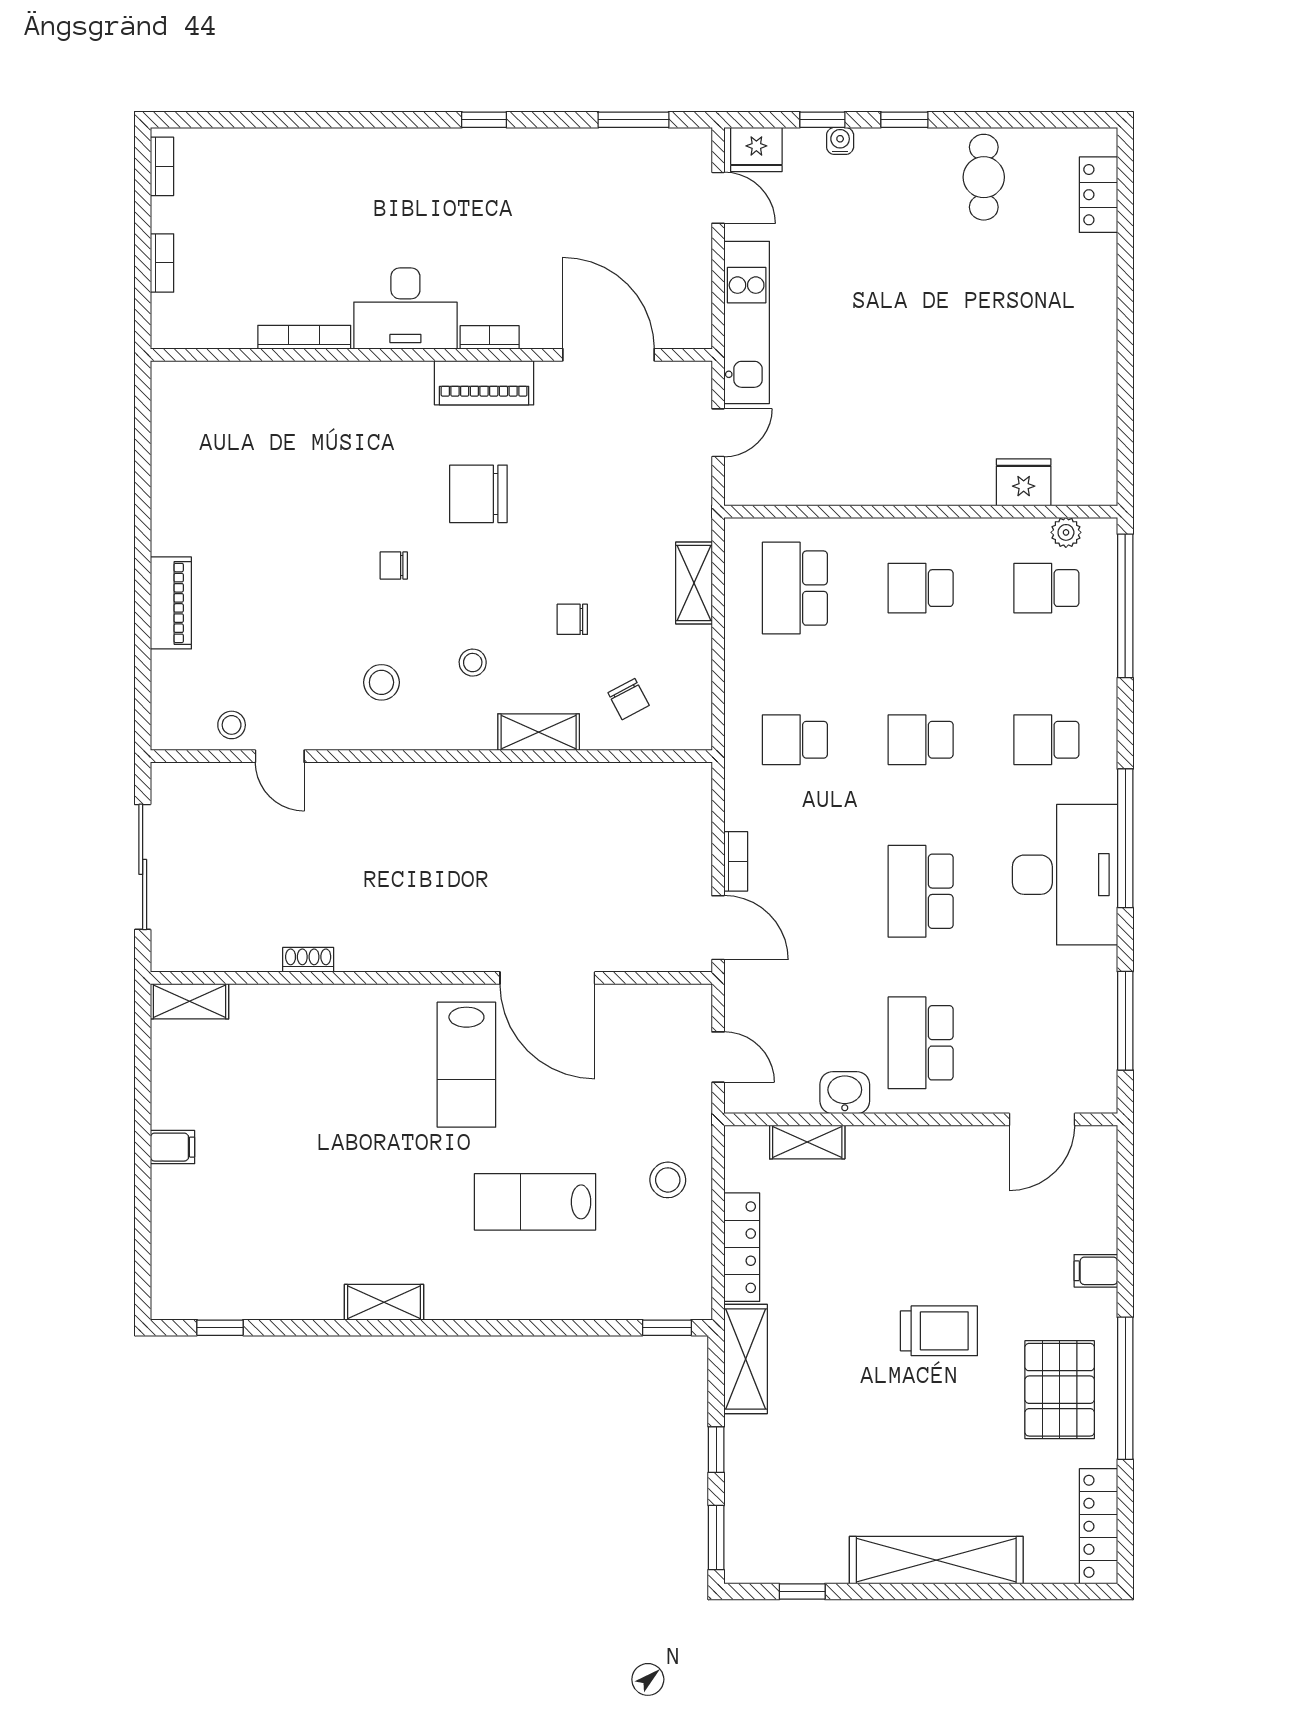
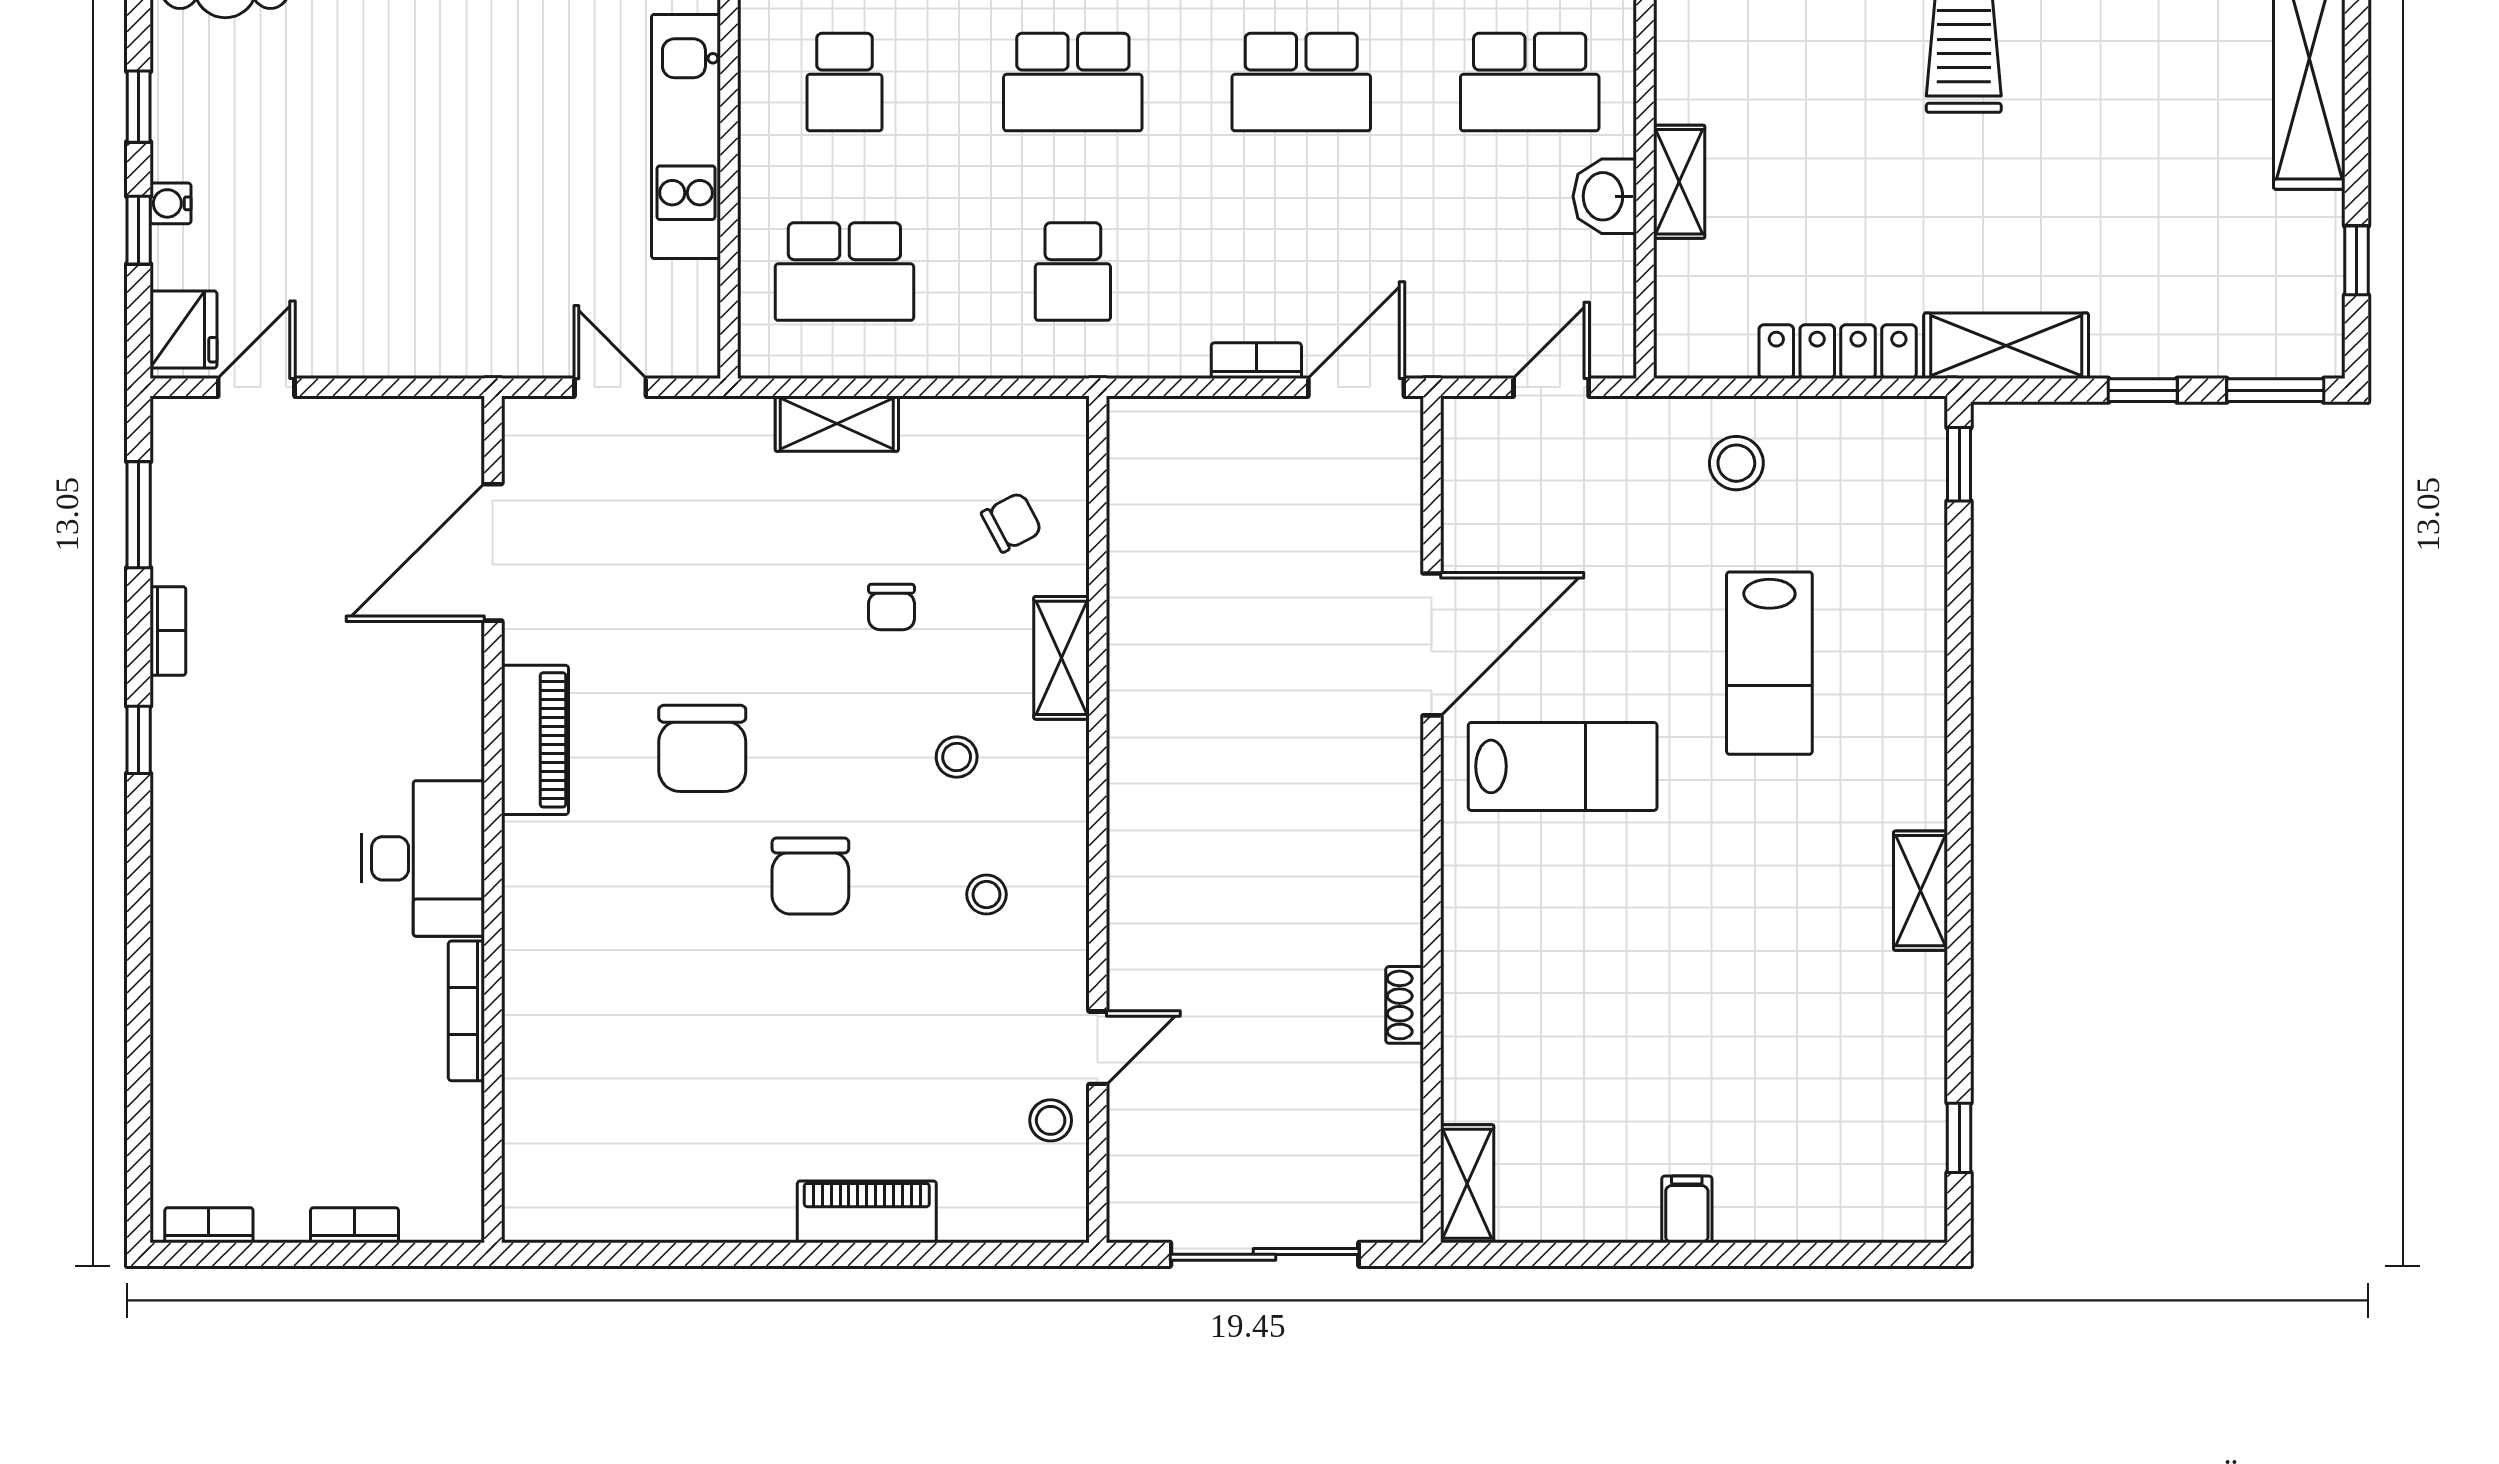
kitchen unit: (747, 322) -> (686, 136), moved, turned -90
bookcase: (490, 337) -> (168, 631), moved, turned 180
chair: (394, 566) -> (810, 876), width x1.87, depth x1.87
stool: (381, 682) -> (986, 894), width x0.73, depth x0.73
school desk: (921, 740) -> (1073, 82), width x1.85
shelving: (807, 1142) -> (1679, 182), moved

